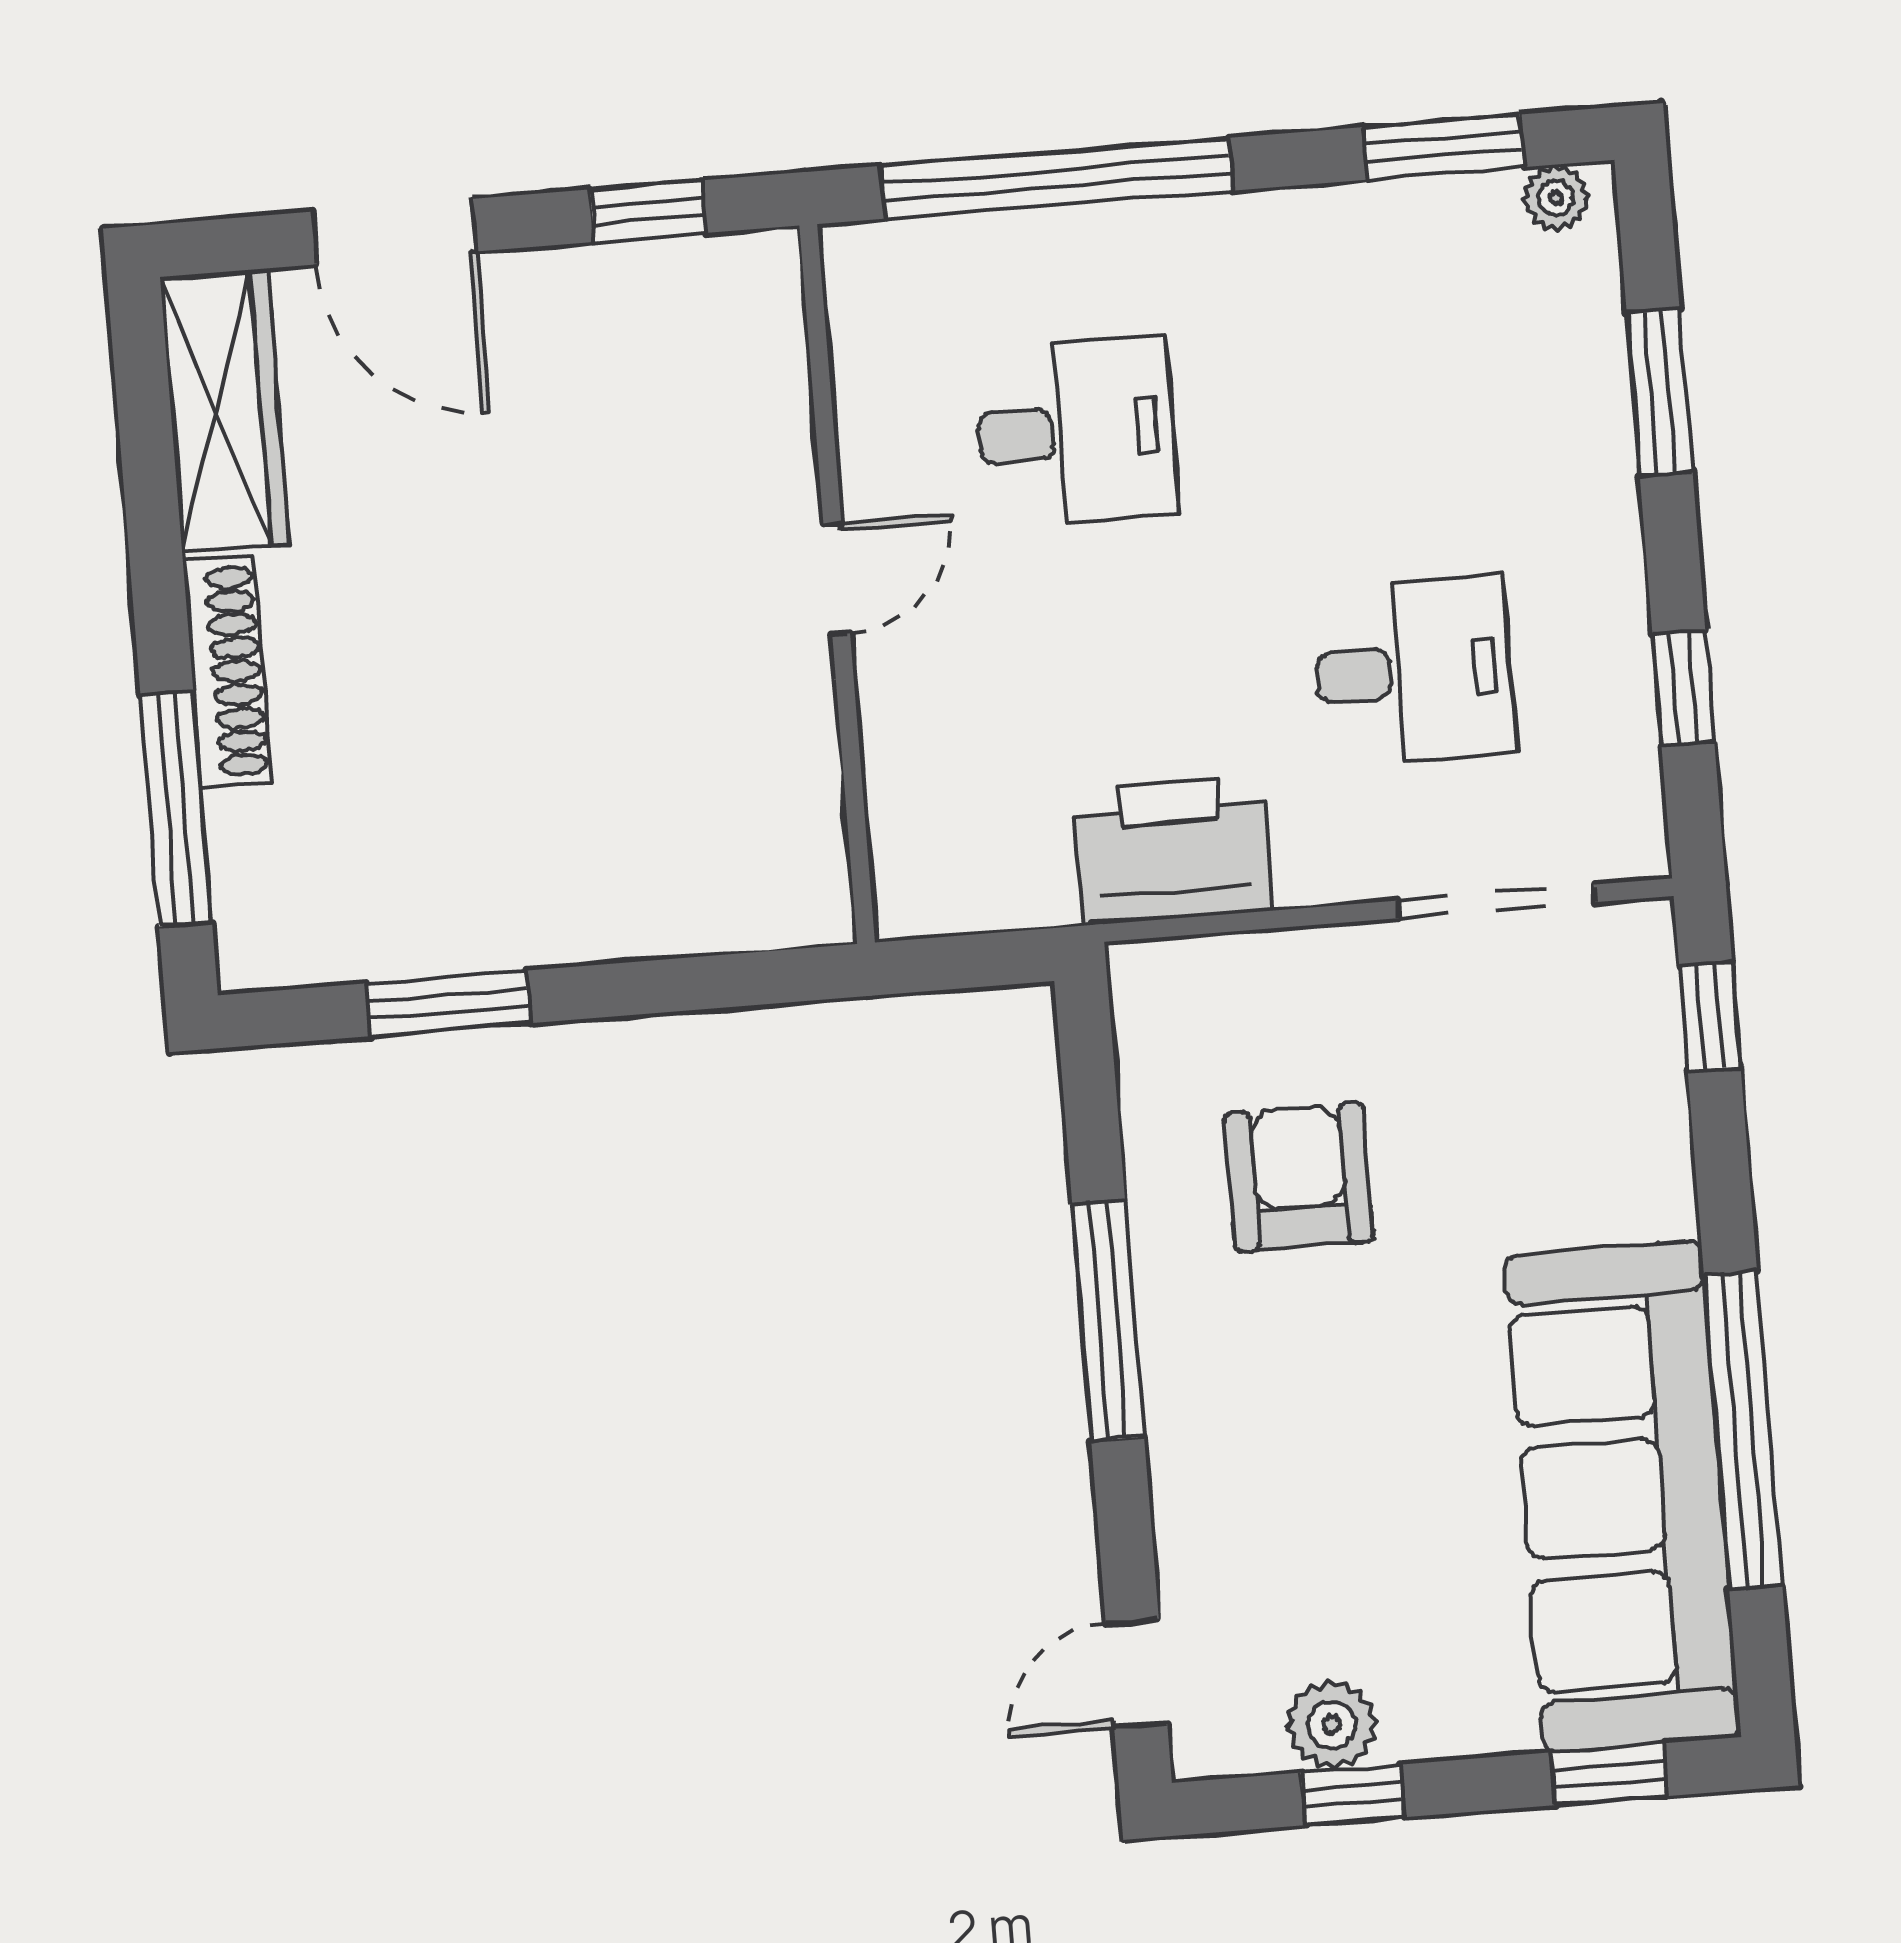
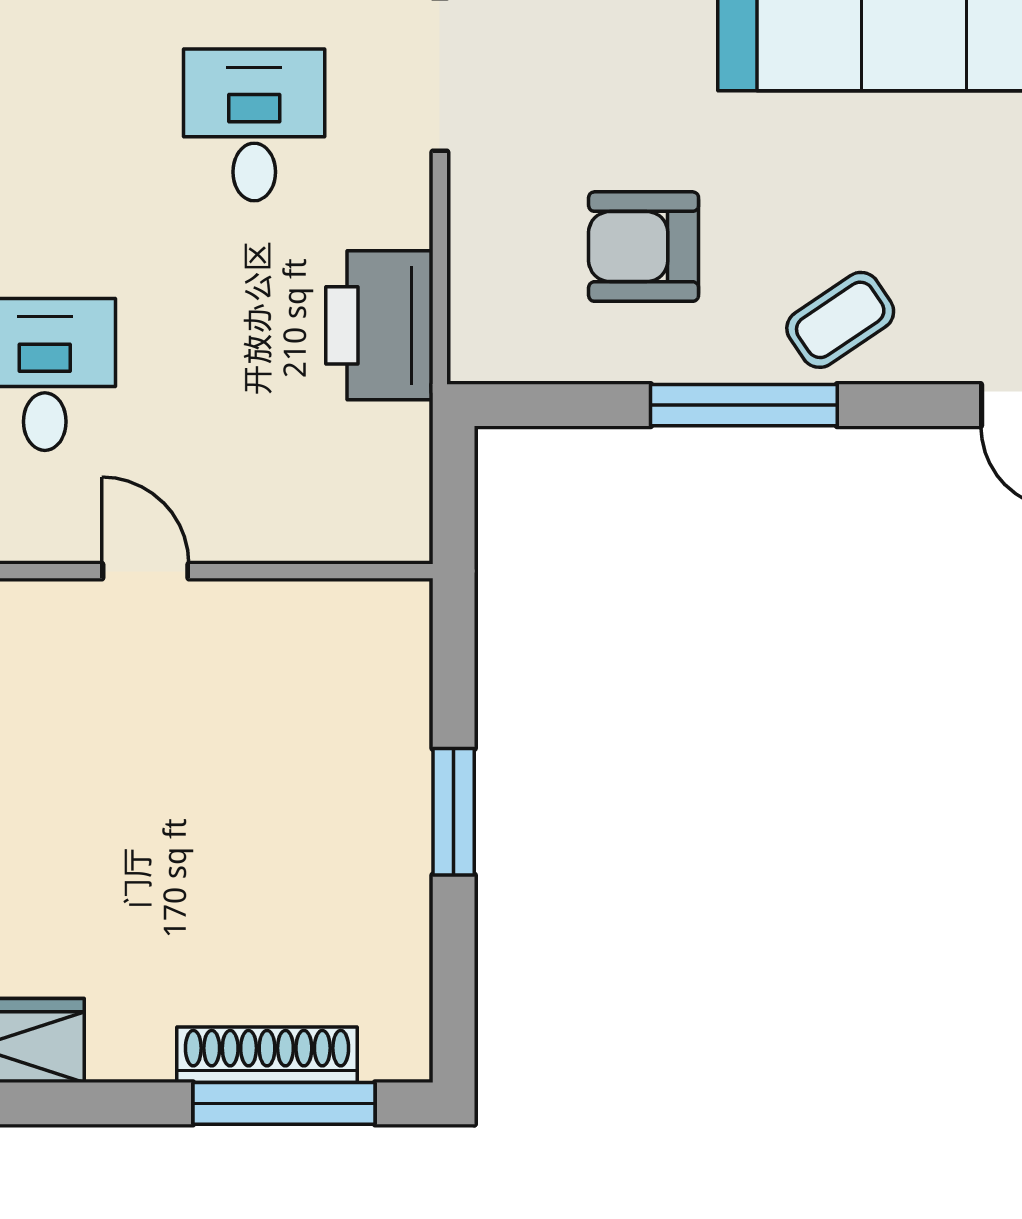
shoe rack: (227, 672) -> (267, 1055), moved
window: (448, 1003) -> (454, 812), moved
coffee table: (1226, 1434) -> (840, 320), added

